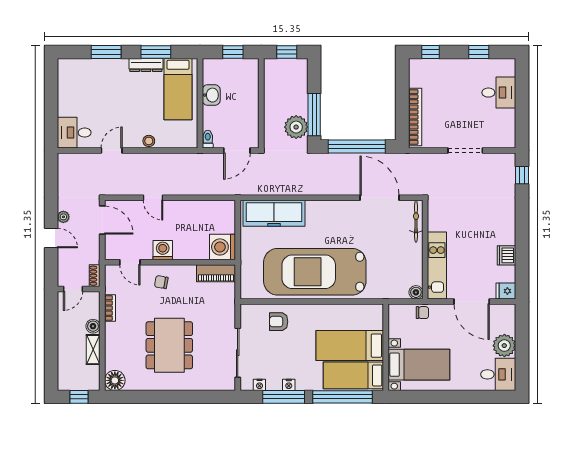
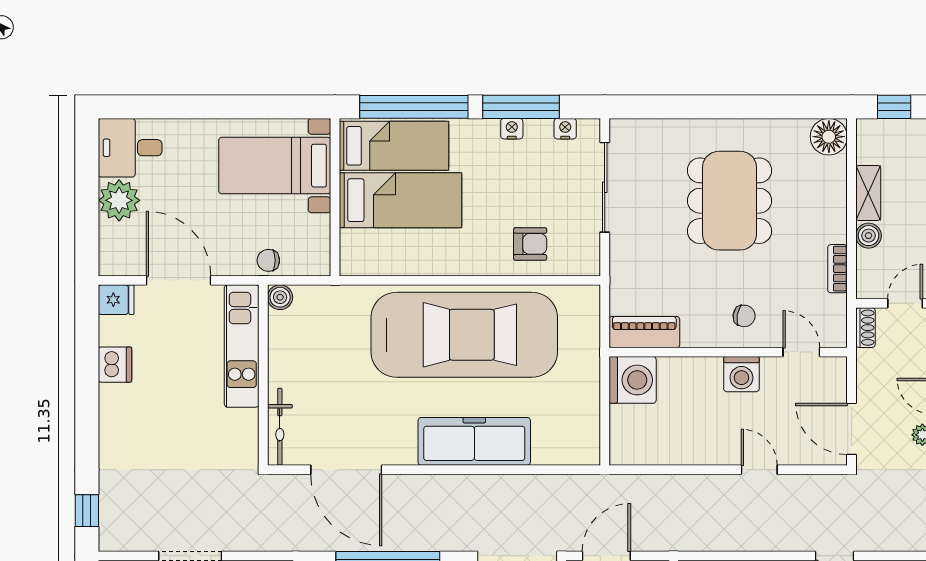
freezer: (274, 213) -> (474, 441), moved

